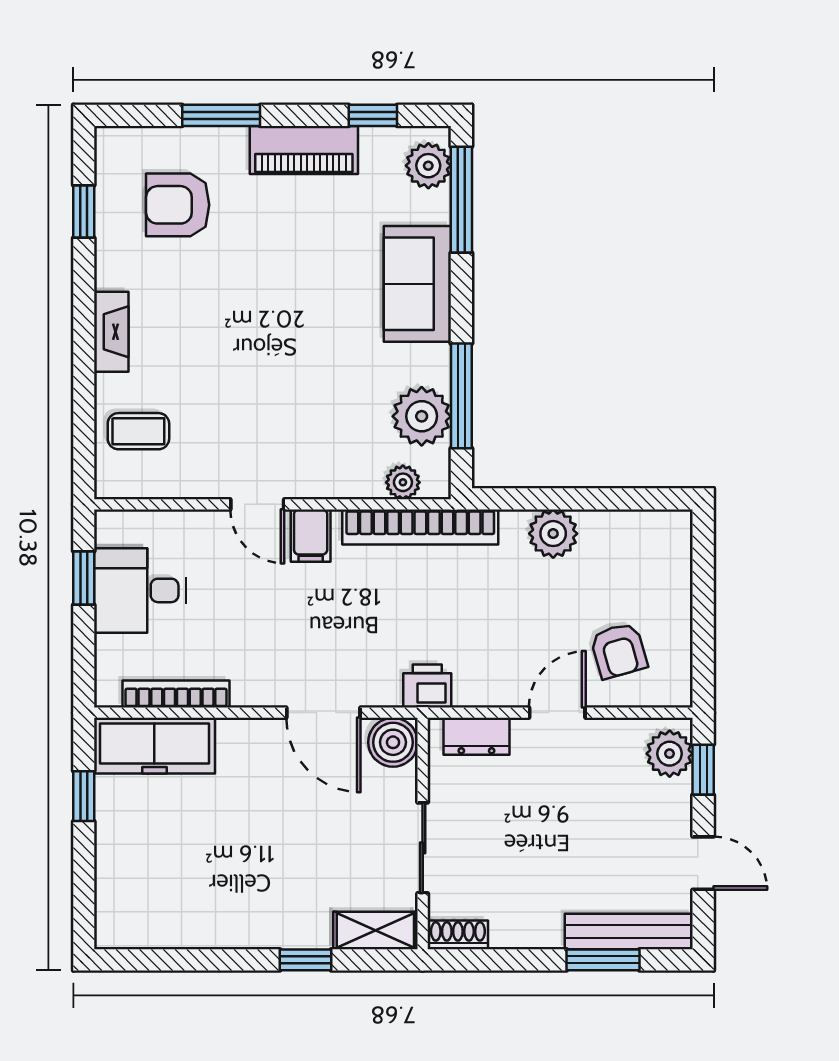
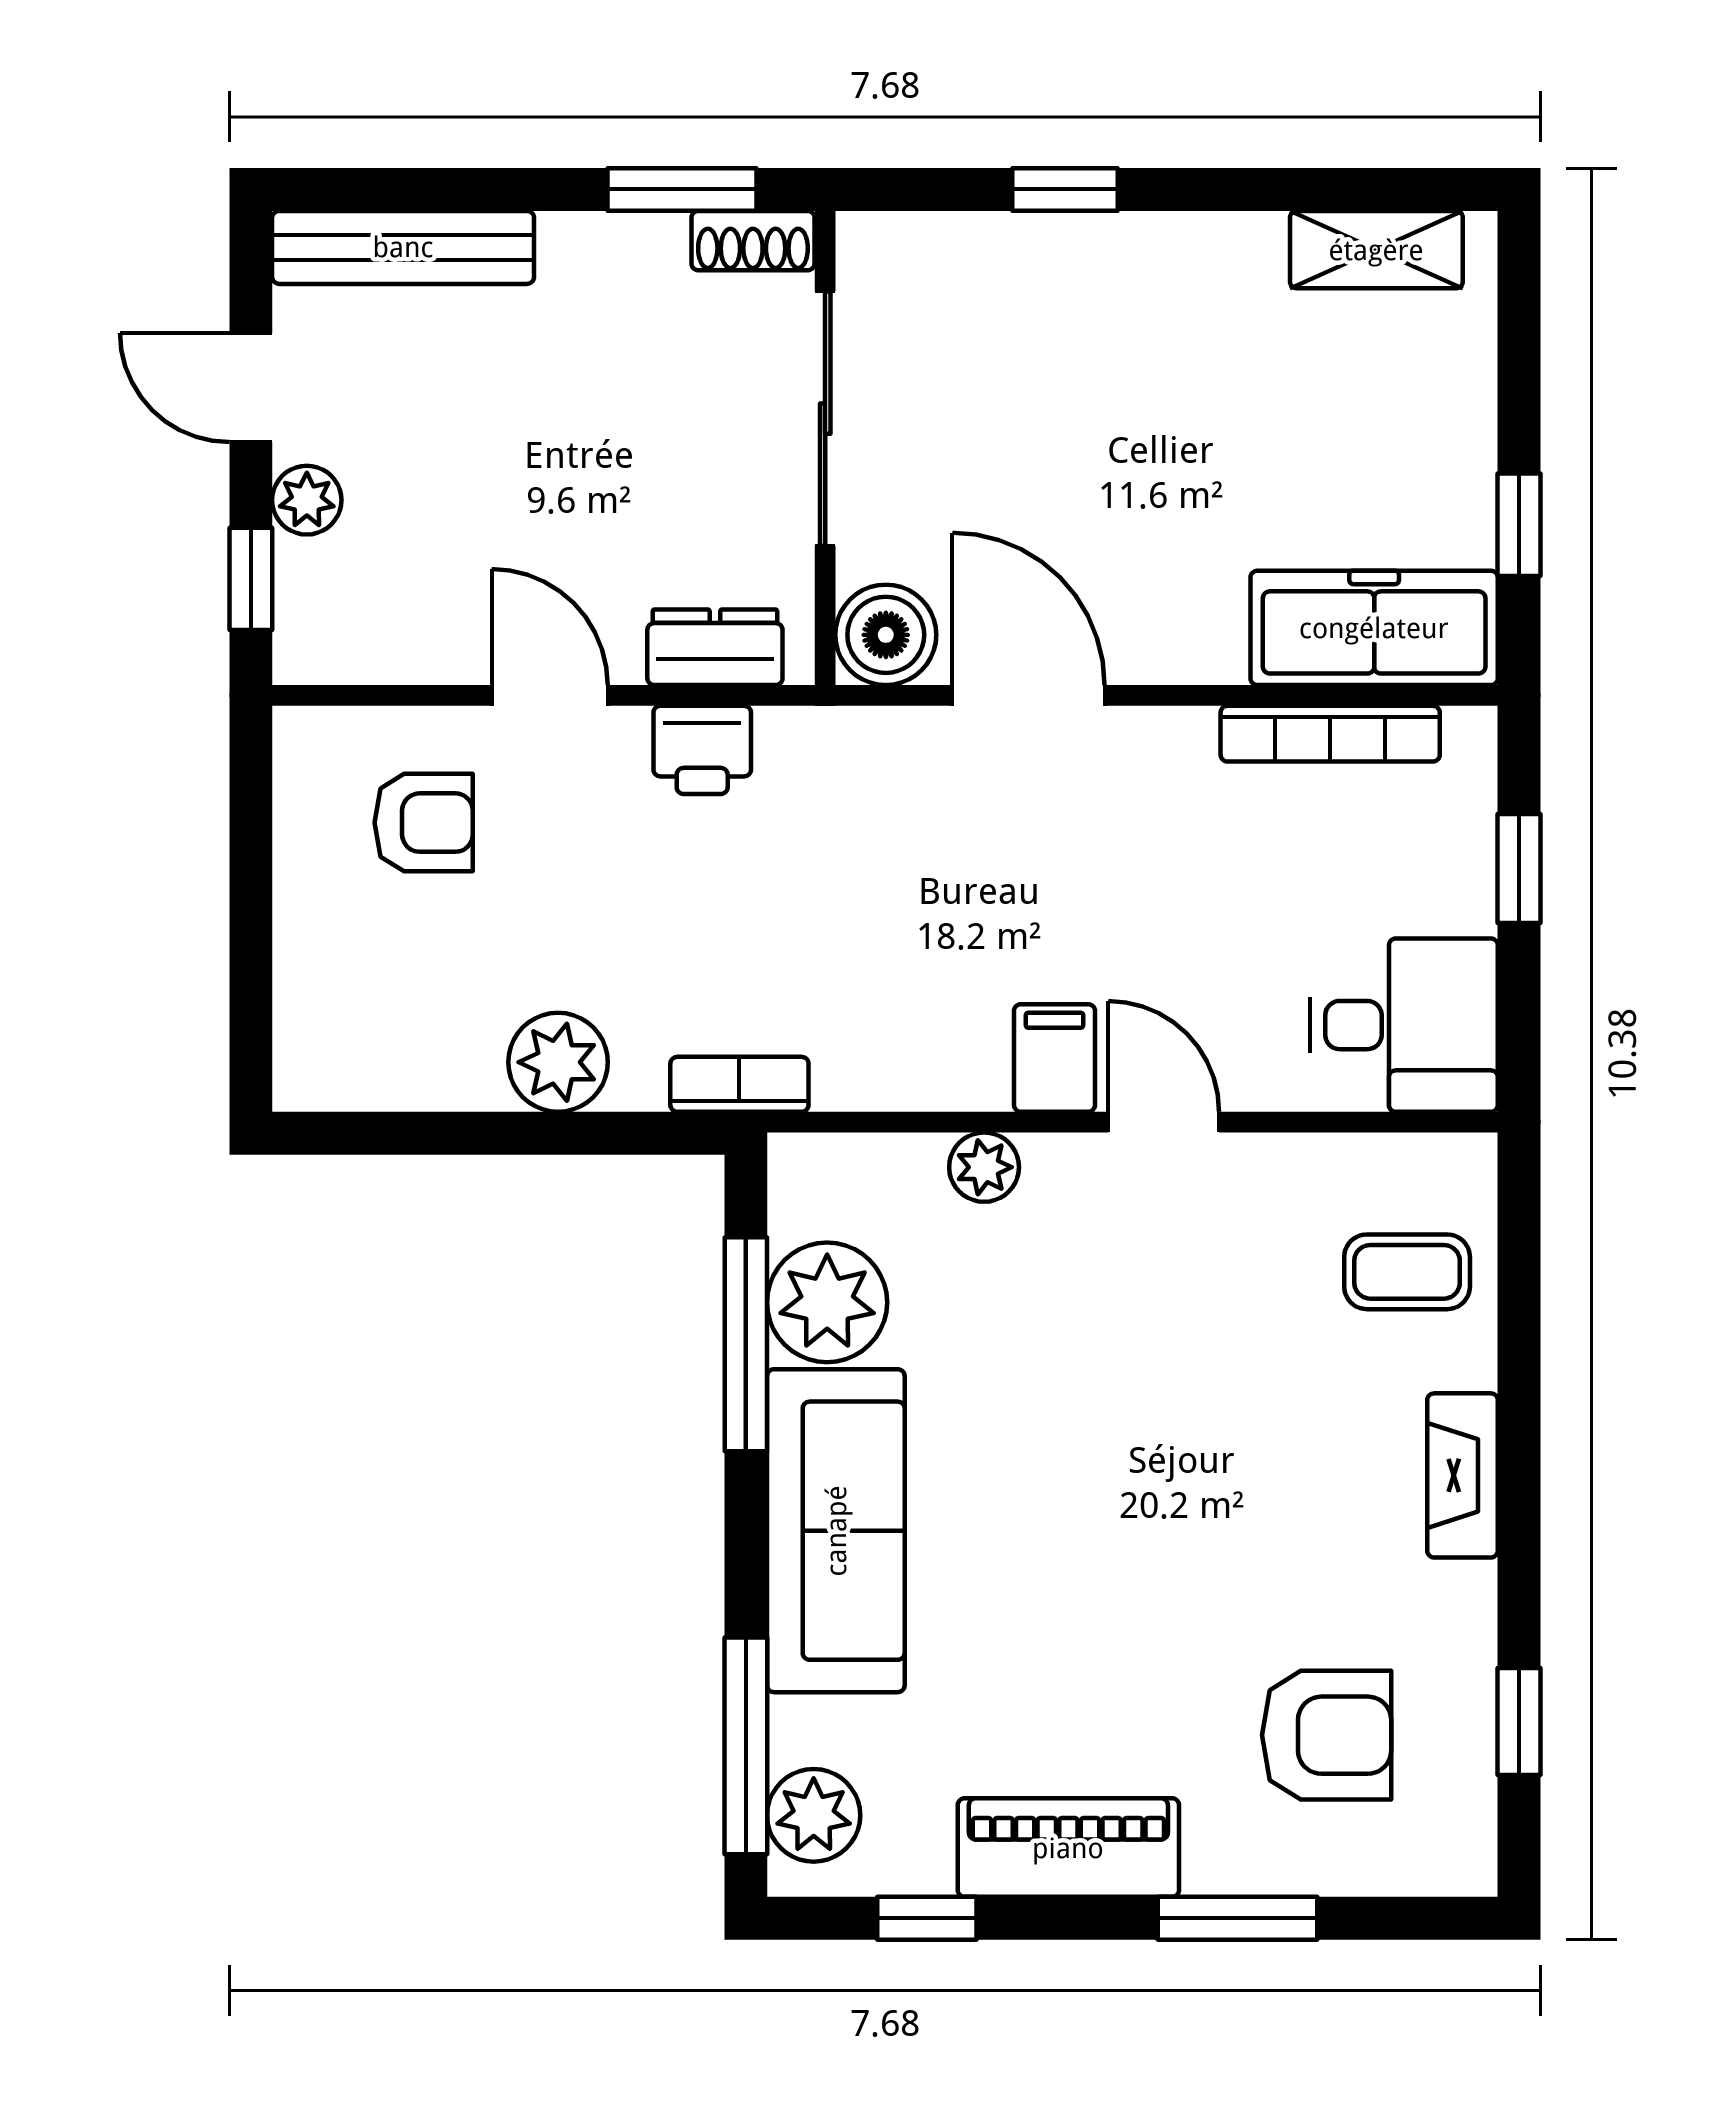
sofa: (417, 284) -> (836, 1531), width x1.36
plant: (403, 482) -> (984, 1167), moved
bookcase: (420, 527) -> (739, 1084), width x0.43, depth x0.76
window: (84, 578) -> (1519, 868), moved
desk: (140, 590) -> (1404, 1025), moved
armchair: (619, 651) -> (424, 823), turned 106
printer: (427, 686) -> (702, 750), moved
door: (557, 713) -> (550, 695), swing flipped
plant: (670, 754) -> (307, 500), moved, width x0.73, depth x0.73
sliding door: (423, 848) -> (825, 419), width x1.37
shelving: (375, 930) -> (1376, 250), moved
window: (603, 960) -> (682, 189), moved

